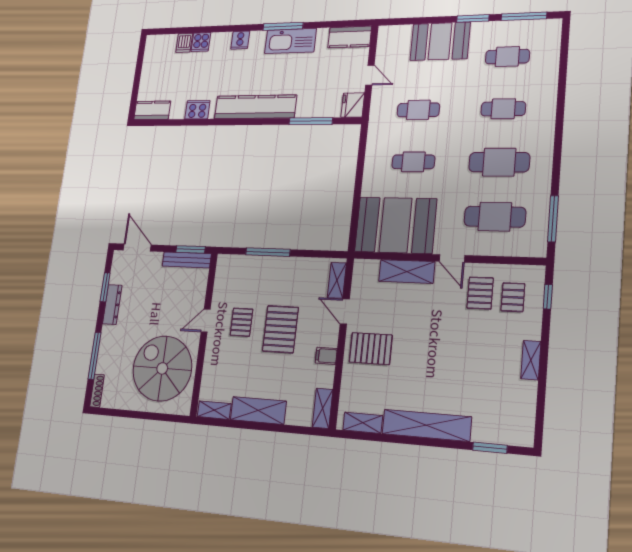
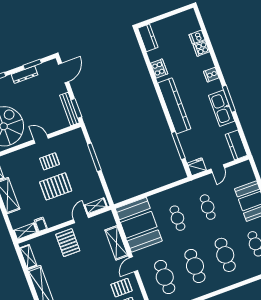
cafe table: (503, 109) -> (225, 255), width x1.37, depth x1.35
filing cabinet: (326, 356) -> (41, 224), moved

